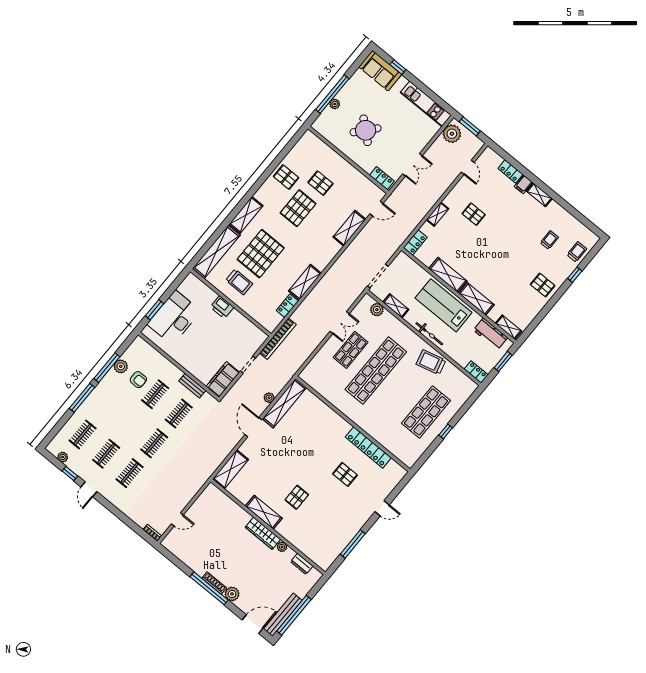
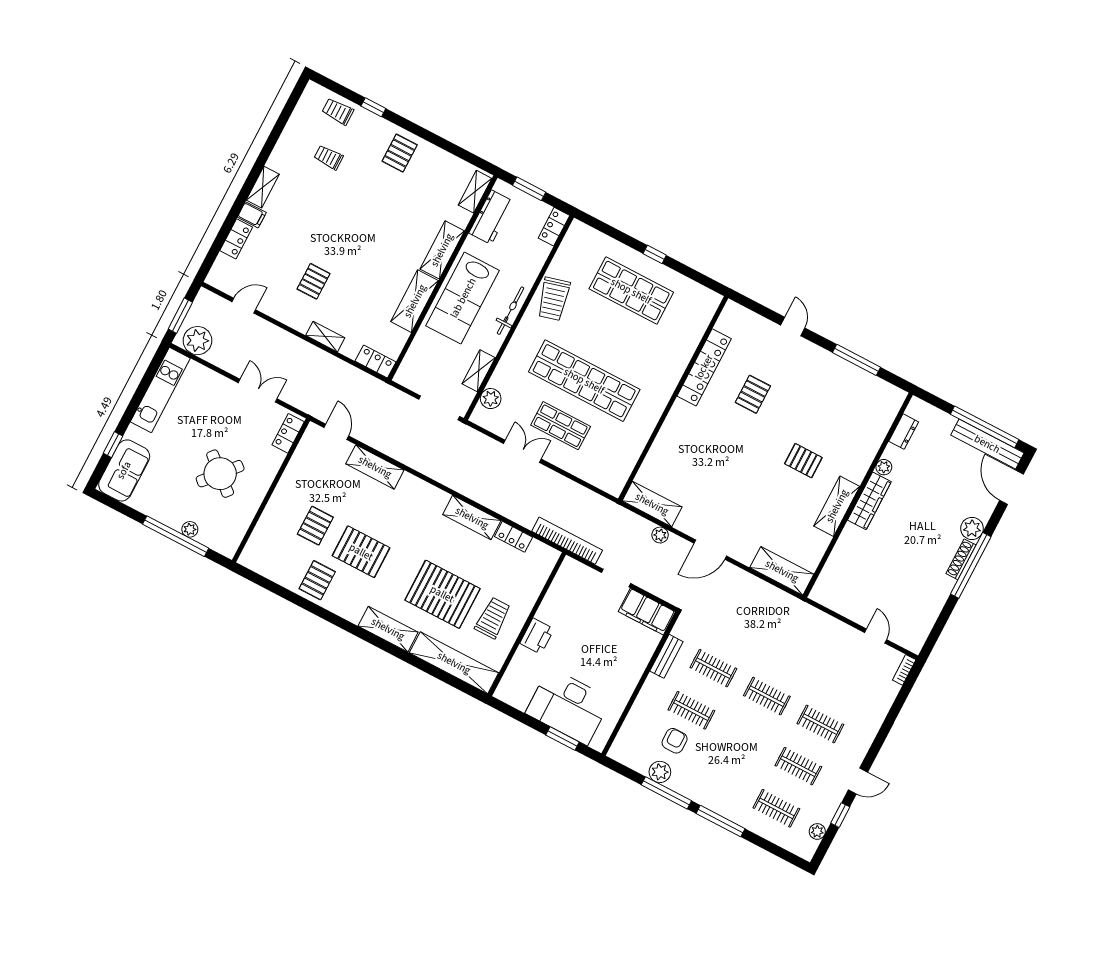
shelving: (284, 403) -> (652, 504), width x0.68

